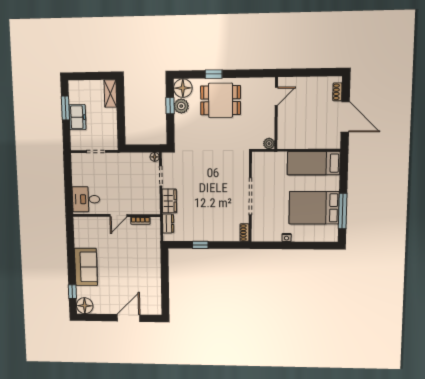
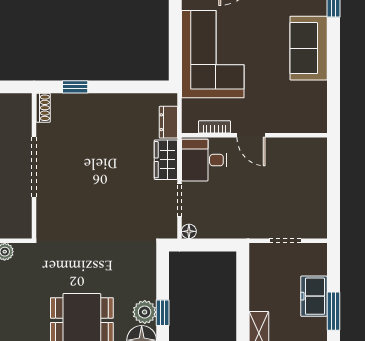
desk: (86, 199) -> (204, 160), moved, turned 180
door: (118, 215) -> (251, 135), swing flipped
window: (200, 245) -> (75, 87), moved
corner sofa: (142, 264) -> (213, 54), added

